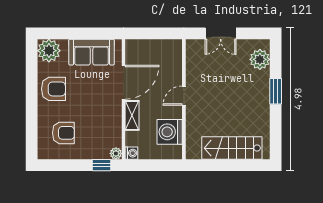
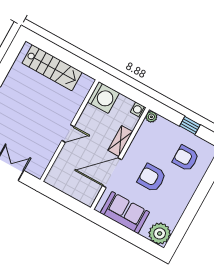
armchair: (54, 89) -> (152, 178), moved
washing machine: (170, 132) -> (103, 97), moved
window: (102, 165) -> (190, 125), moved

